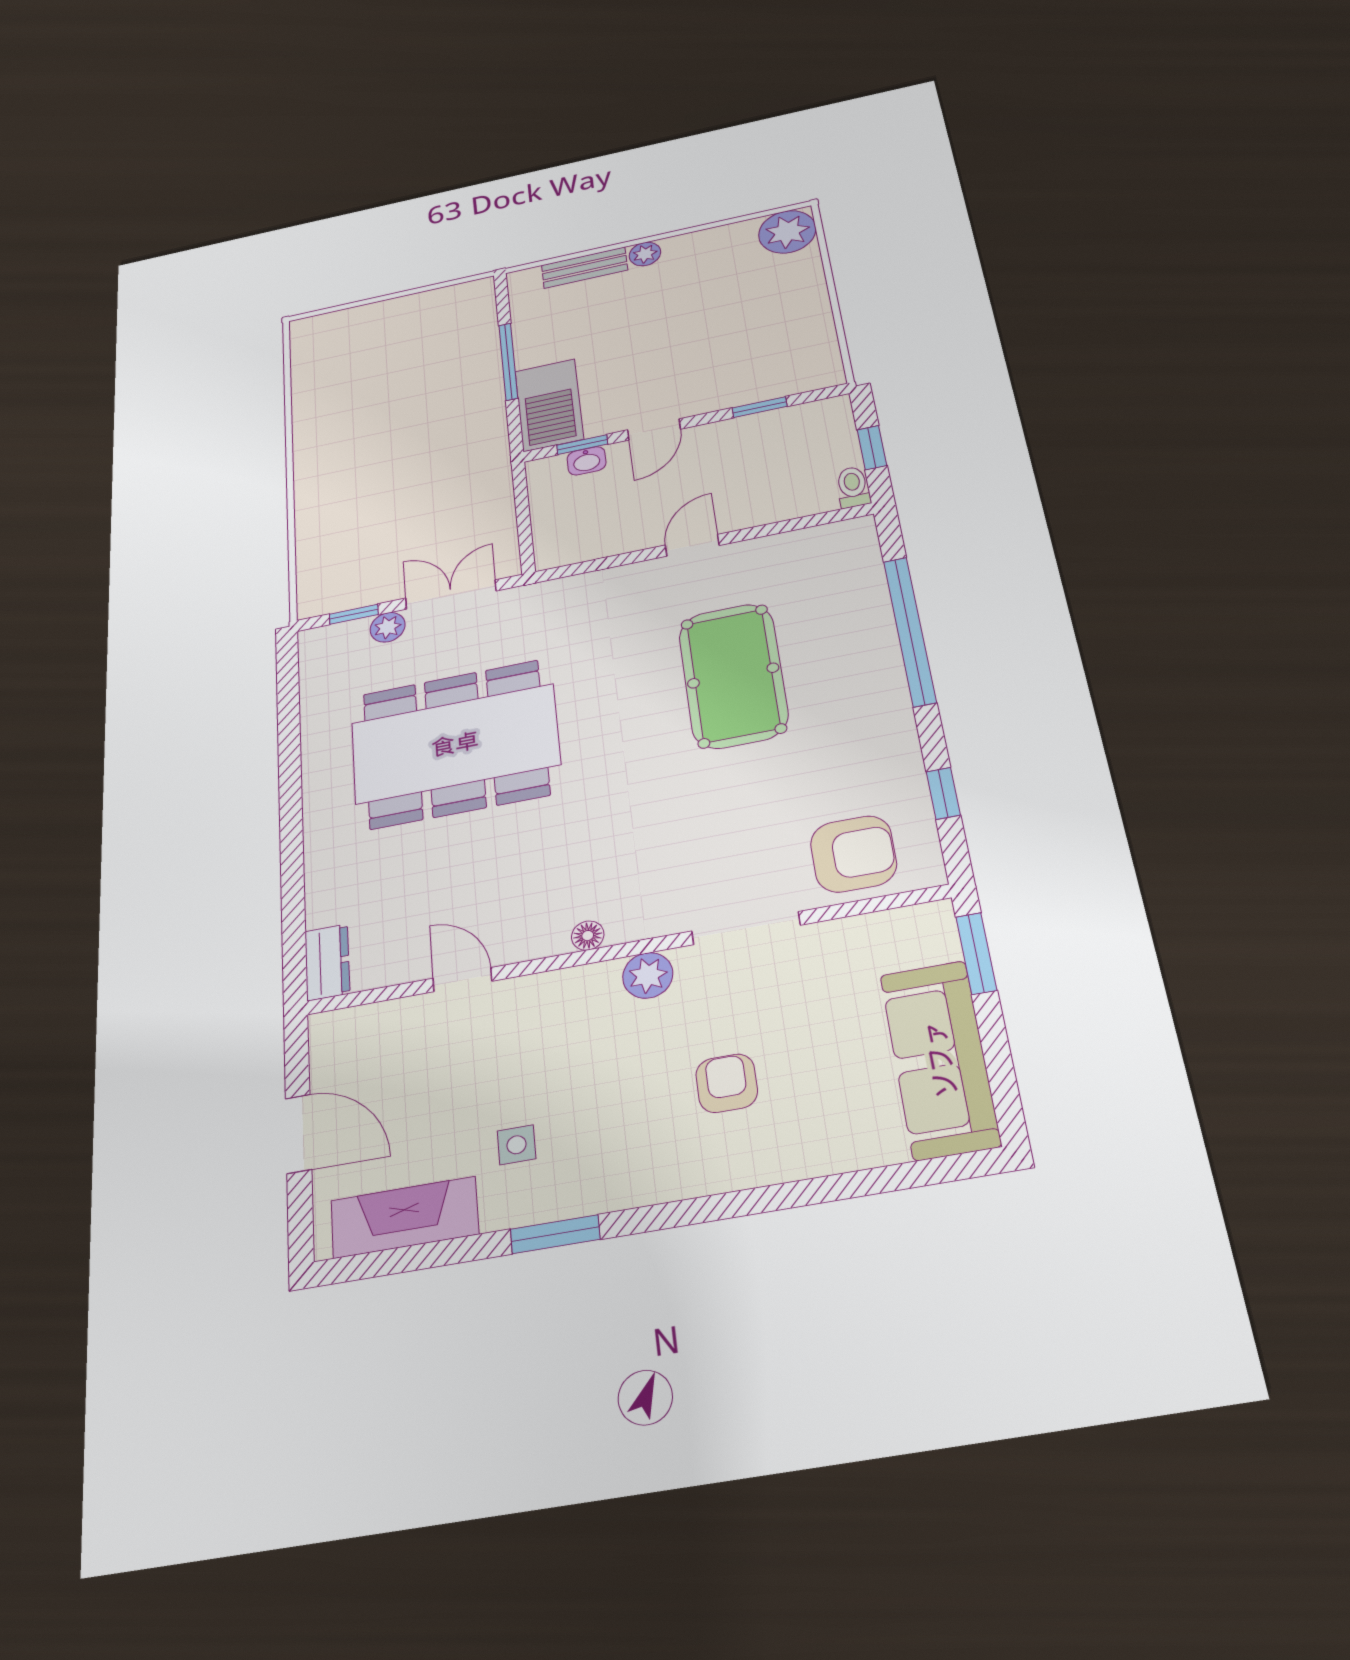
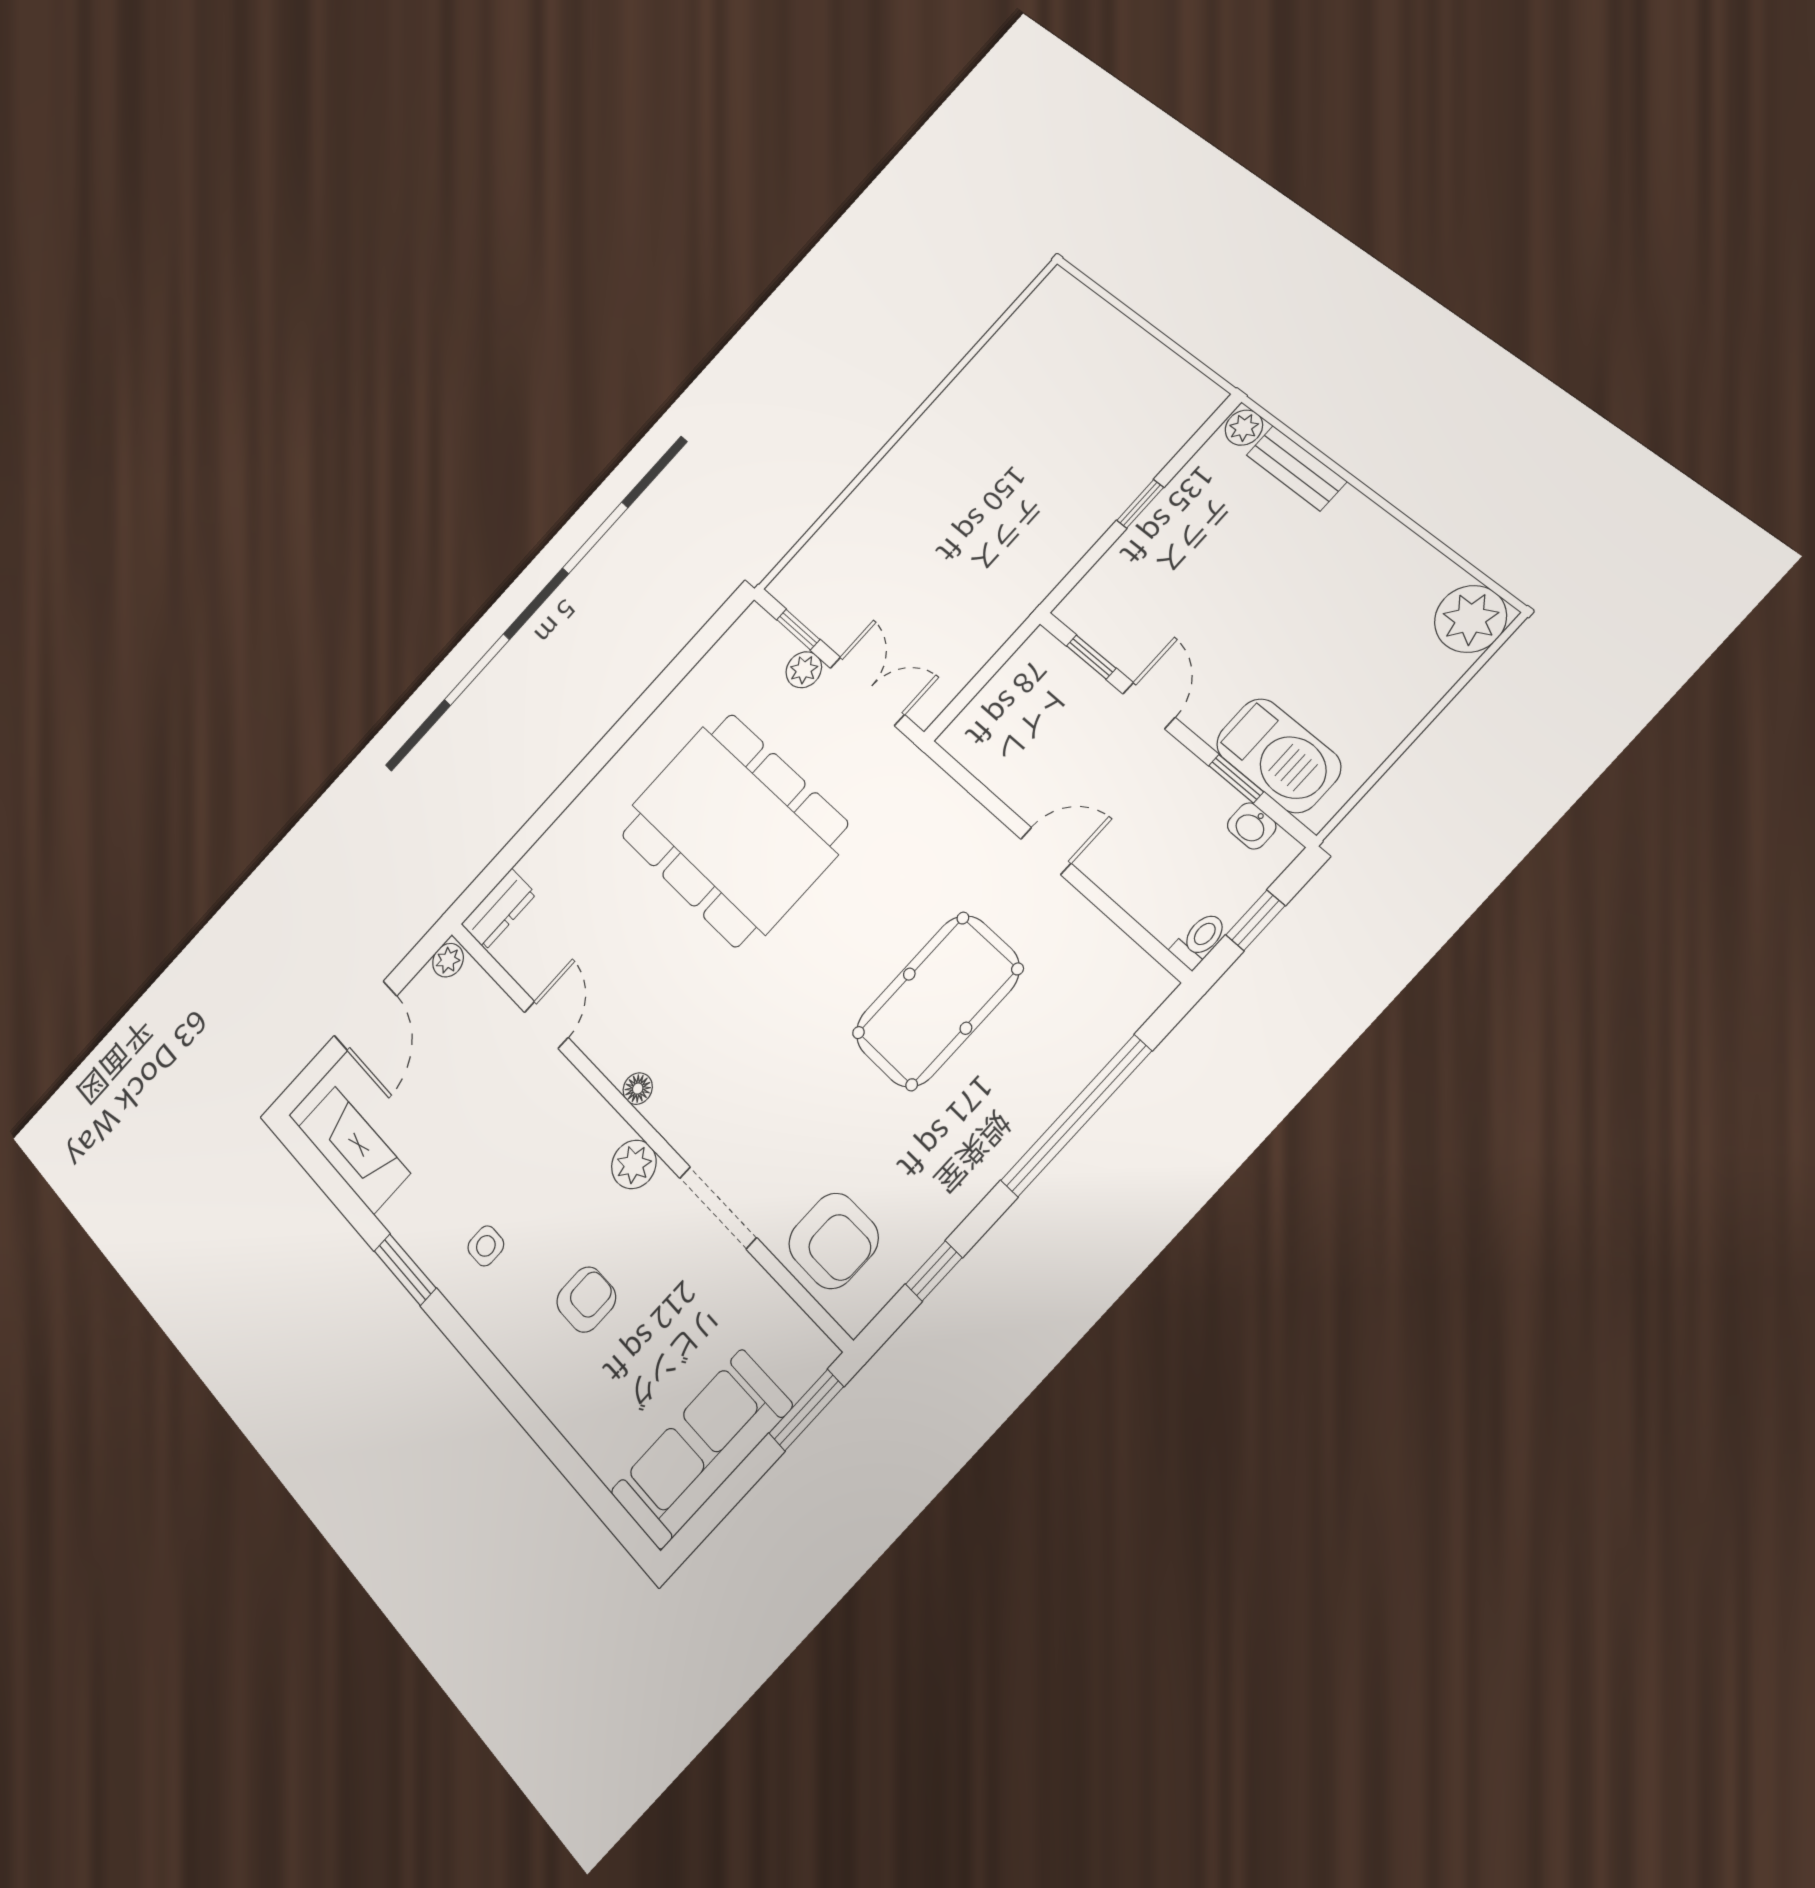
plant: (645, 254) -> (1244, 428), moved
window: (508, 362) -> (1140, 504), width x0.46
barbecue: (549, 405) -> (1278, 755), moved, turned -90
door: (654, 429) -> (1149, 706), swing flipped
washbasin: (587, 461) -> (1252, 826), moved
plant: (325, 1031) -> (448, 960), added
side table: (517, 1145) -> (486, 1246), moved

